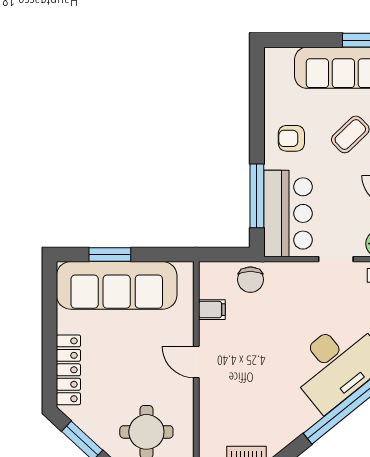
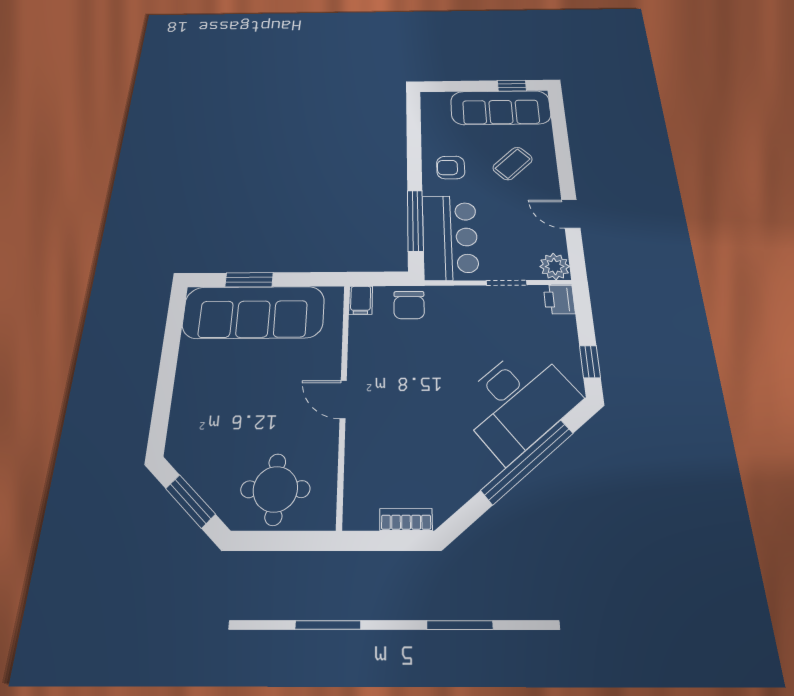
filing cabinet: (212, 310) -> (361, 300), moved, turned 90
locker: (68, 370) -> (185, 410), removed

